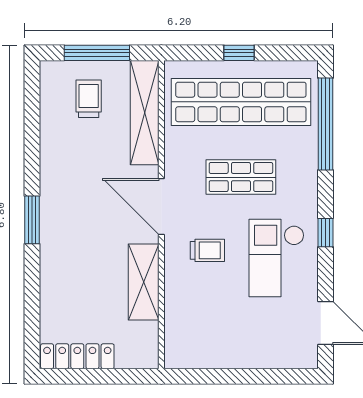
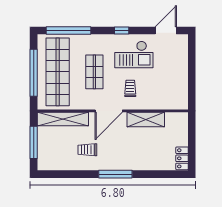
window: (239, 53) -> (34, 73), width x3.17
trolley: (89, 99) -> (87, 150), moved
window: (32, 220) -> (115, 174), width x1.44
locker: (77, 356) -> (182, 158), width x0.66

